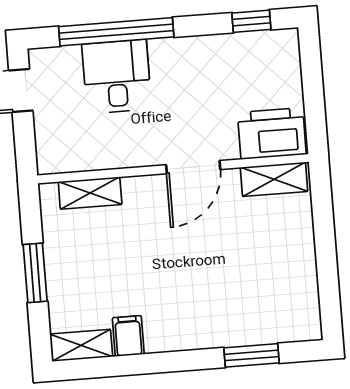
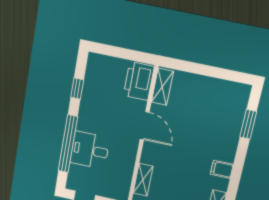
window: (251, 21) -> (77, 89), moved
filing cabinet: (128, 336) -> (222, 169), moved

